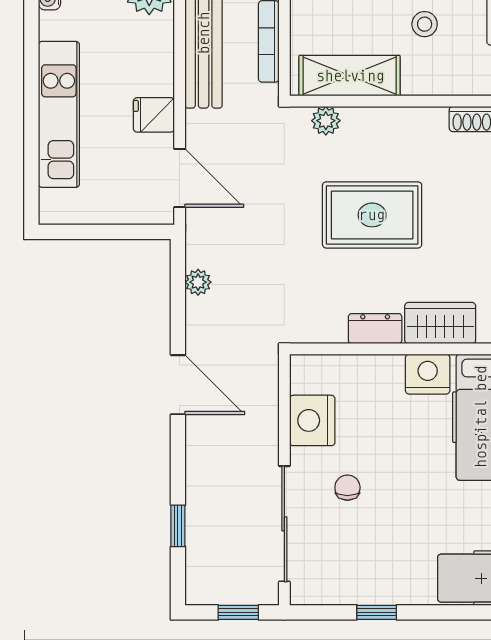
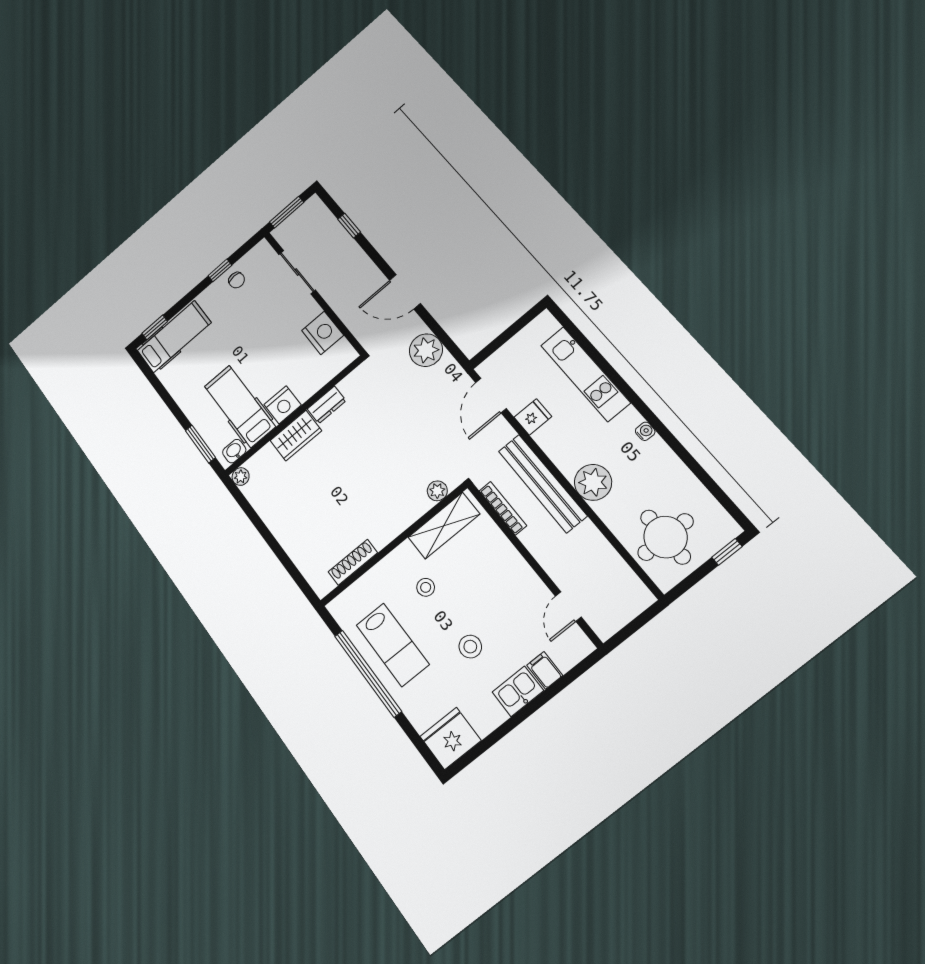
door: (180, 178) -> (491, 396), hinge flipped
rug: (372, 215) -> (374, 461), removed
plant: (198, 282) -> (426, 350), width x1.88, depth x1.88
chair: (347, 488) -> (237, 280), moved
sliding door: (284, 524) -> (297, 272), width x0.73
window: (238, 612) -> (287, 212), width x1.50

